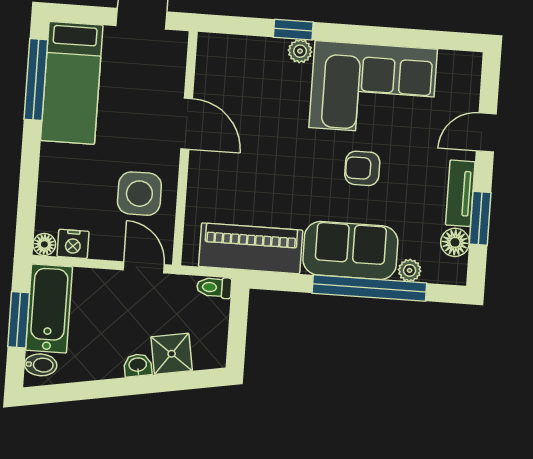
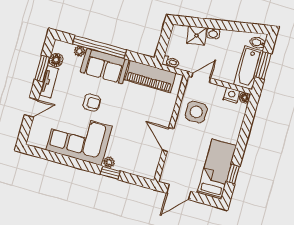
window: (36, 79) -> (233, 174), width x0.46
door: (144, 267) -> (201, 78), swing flipped

